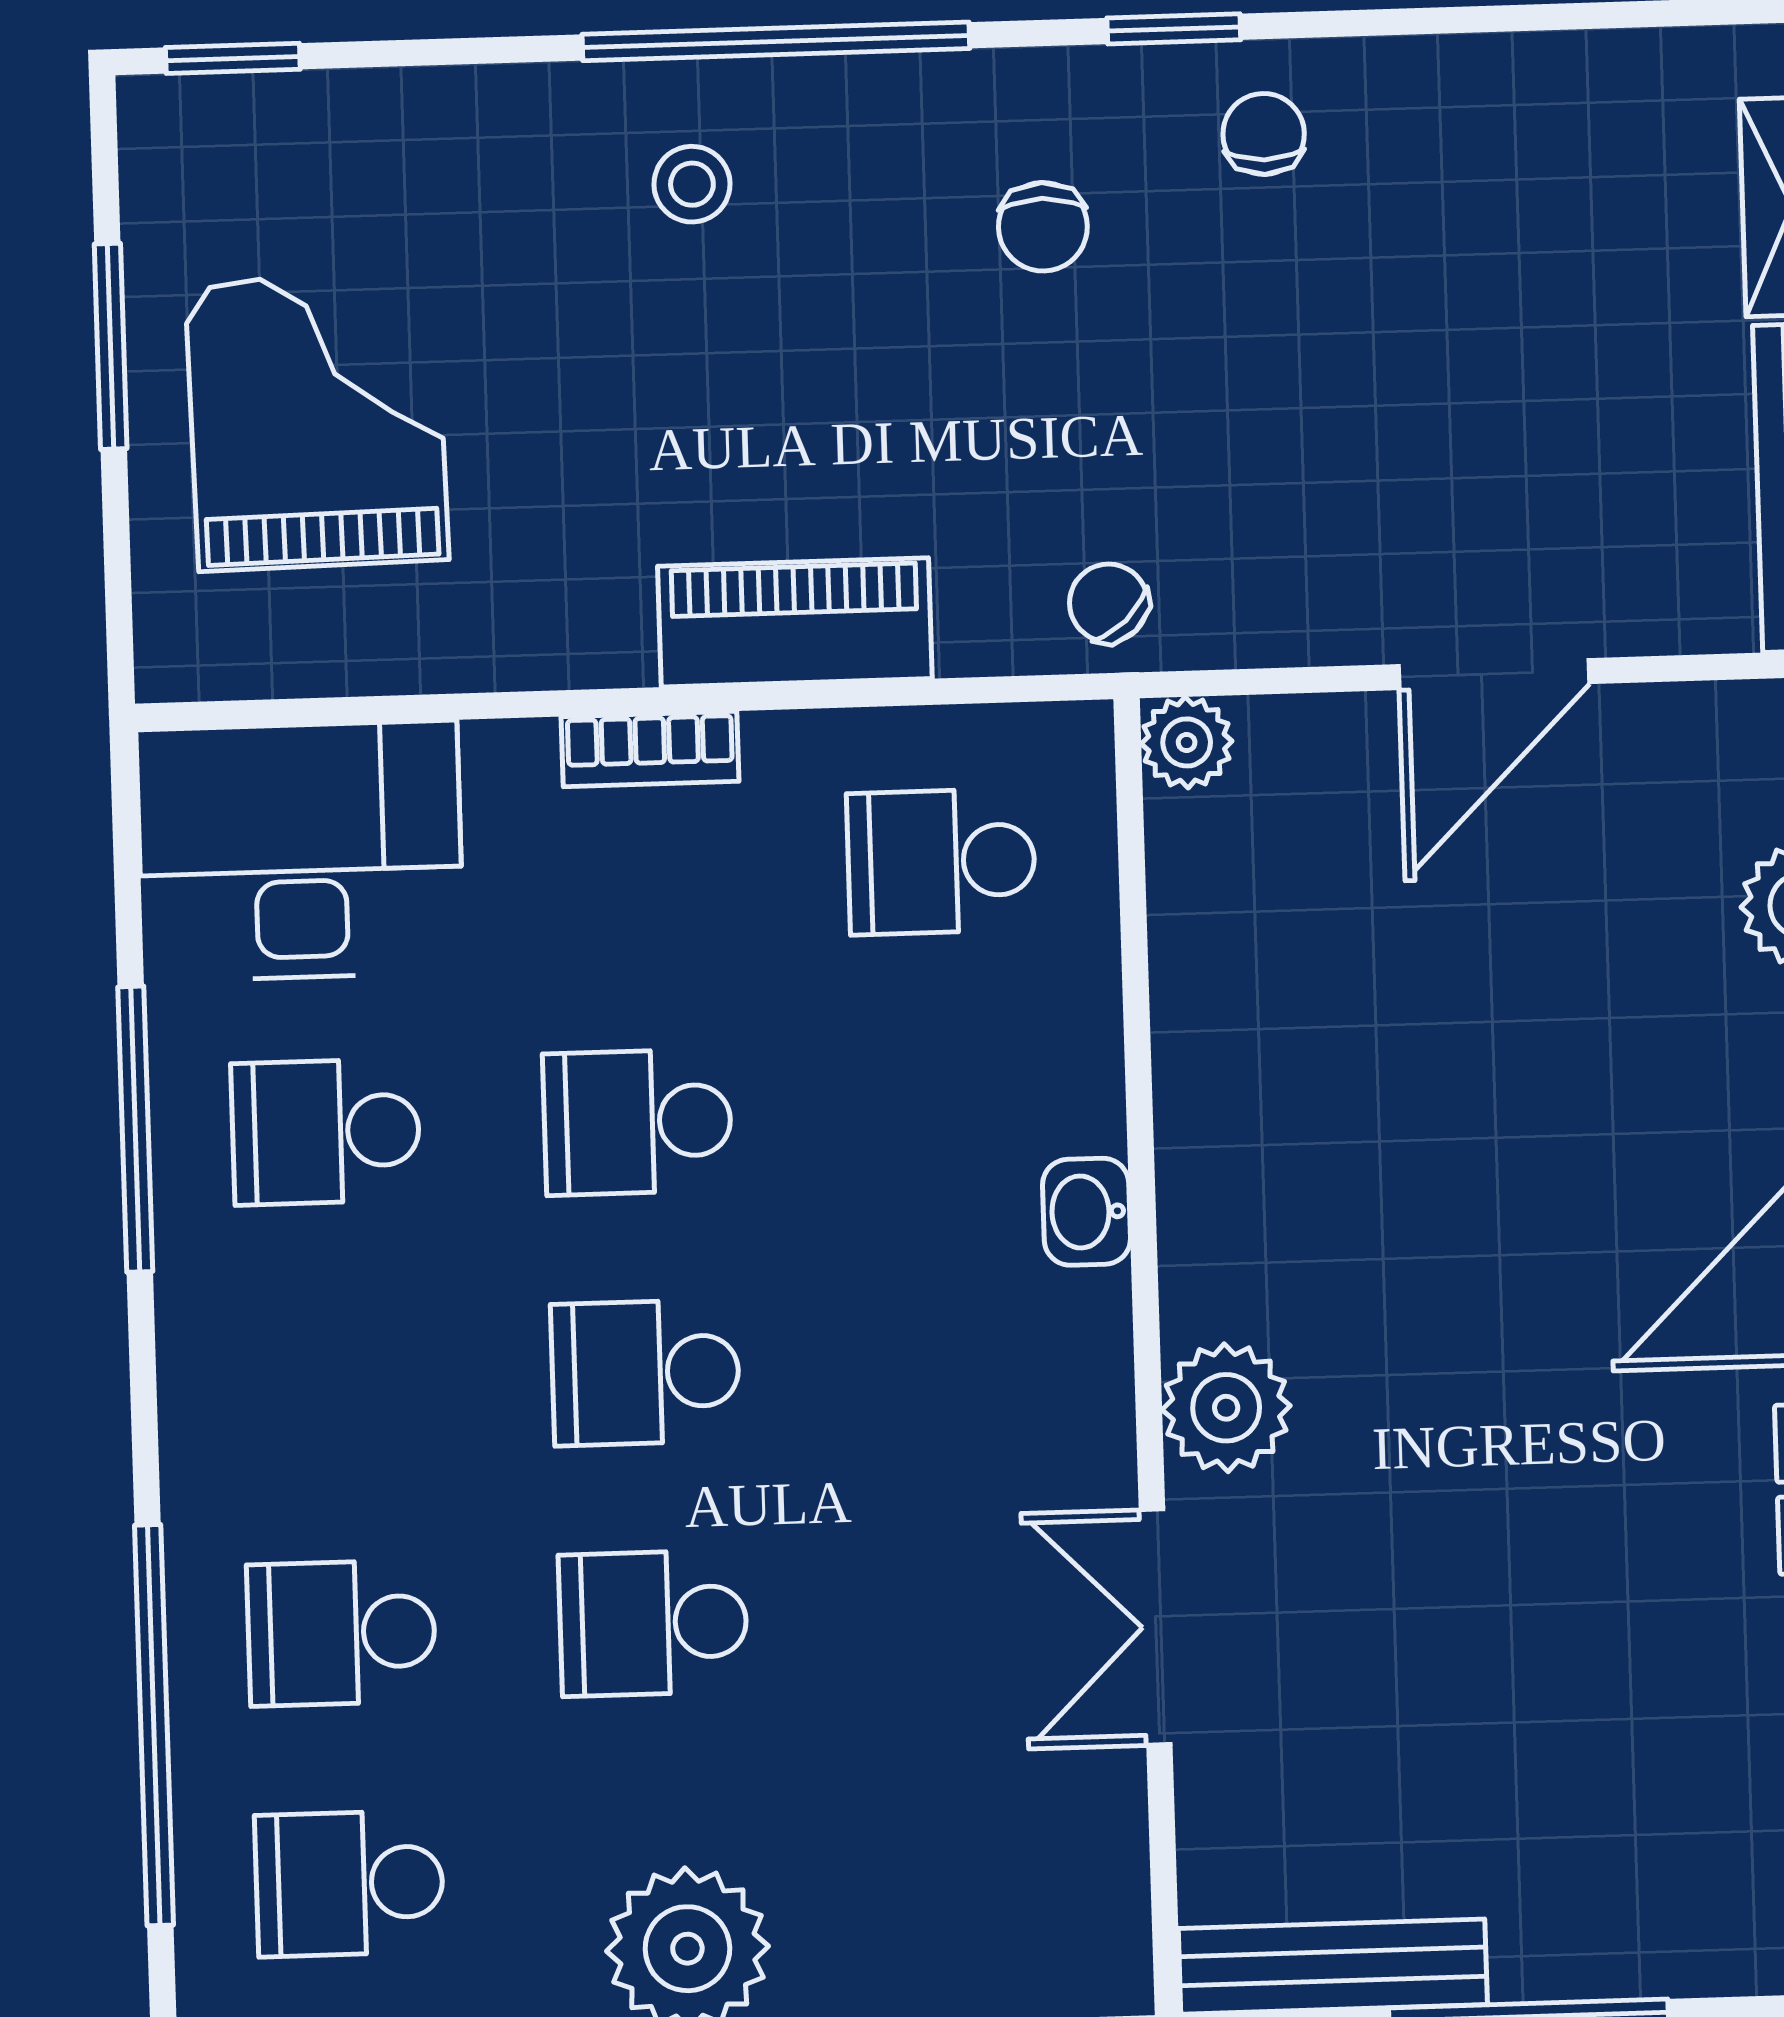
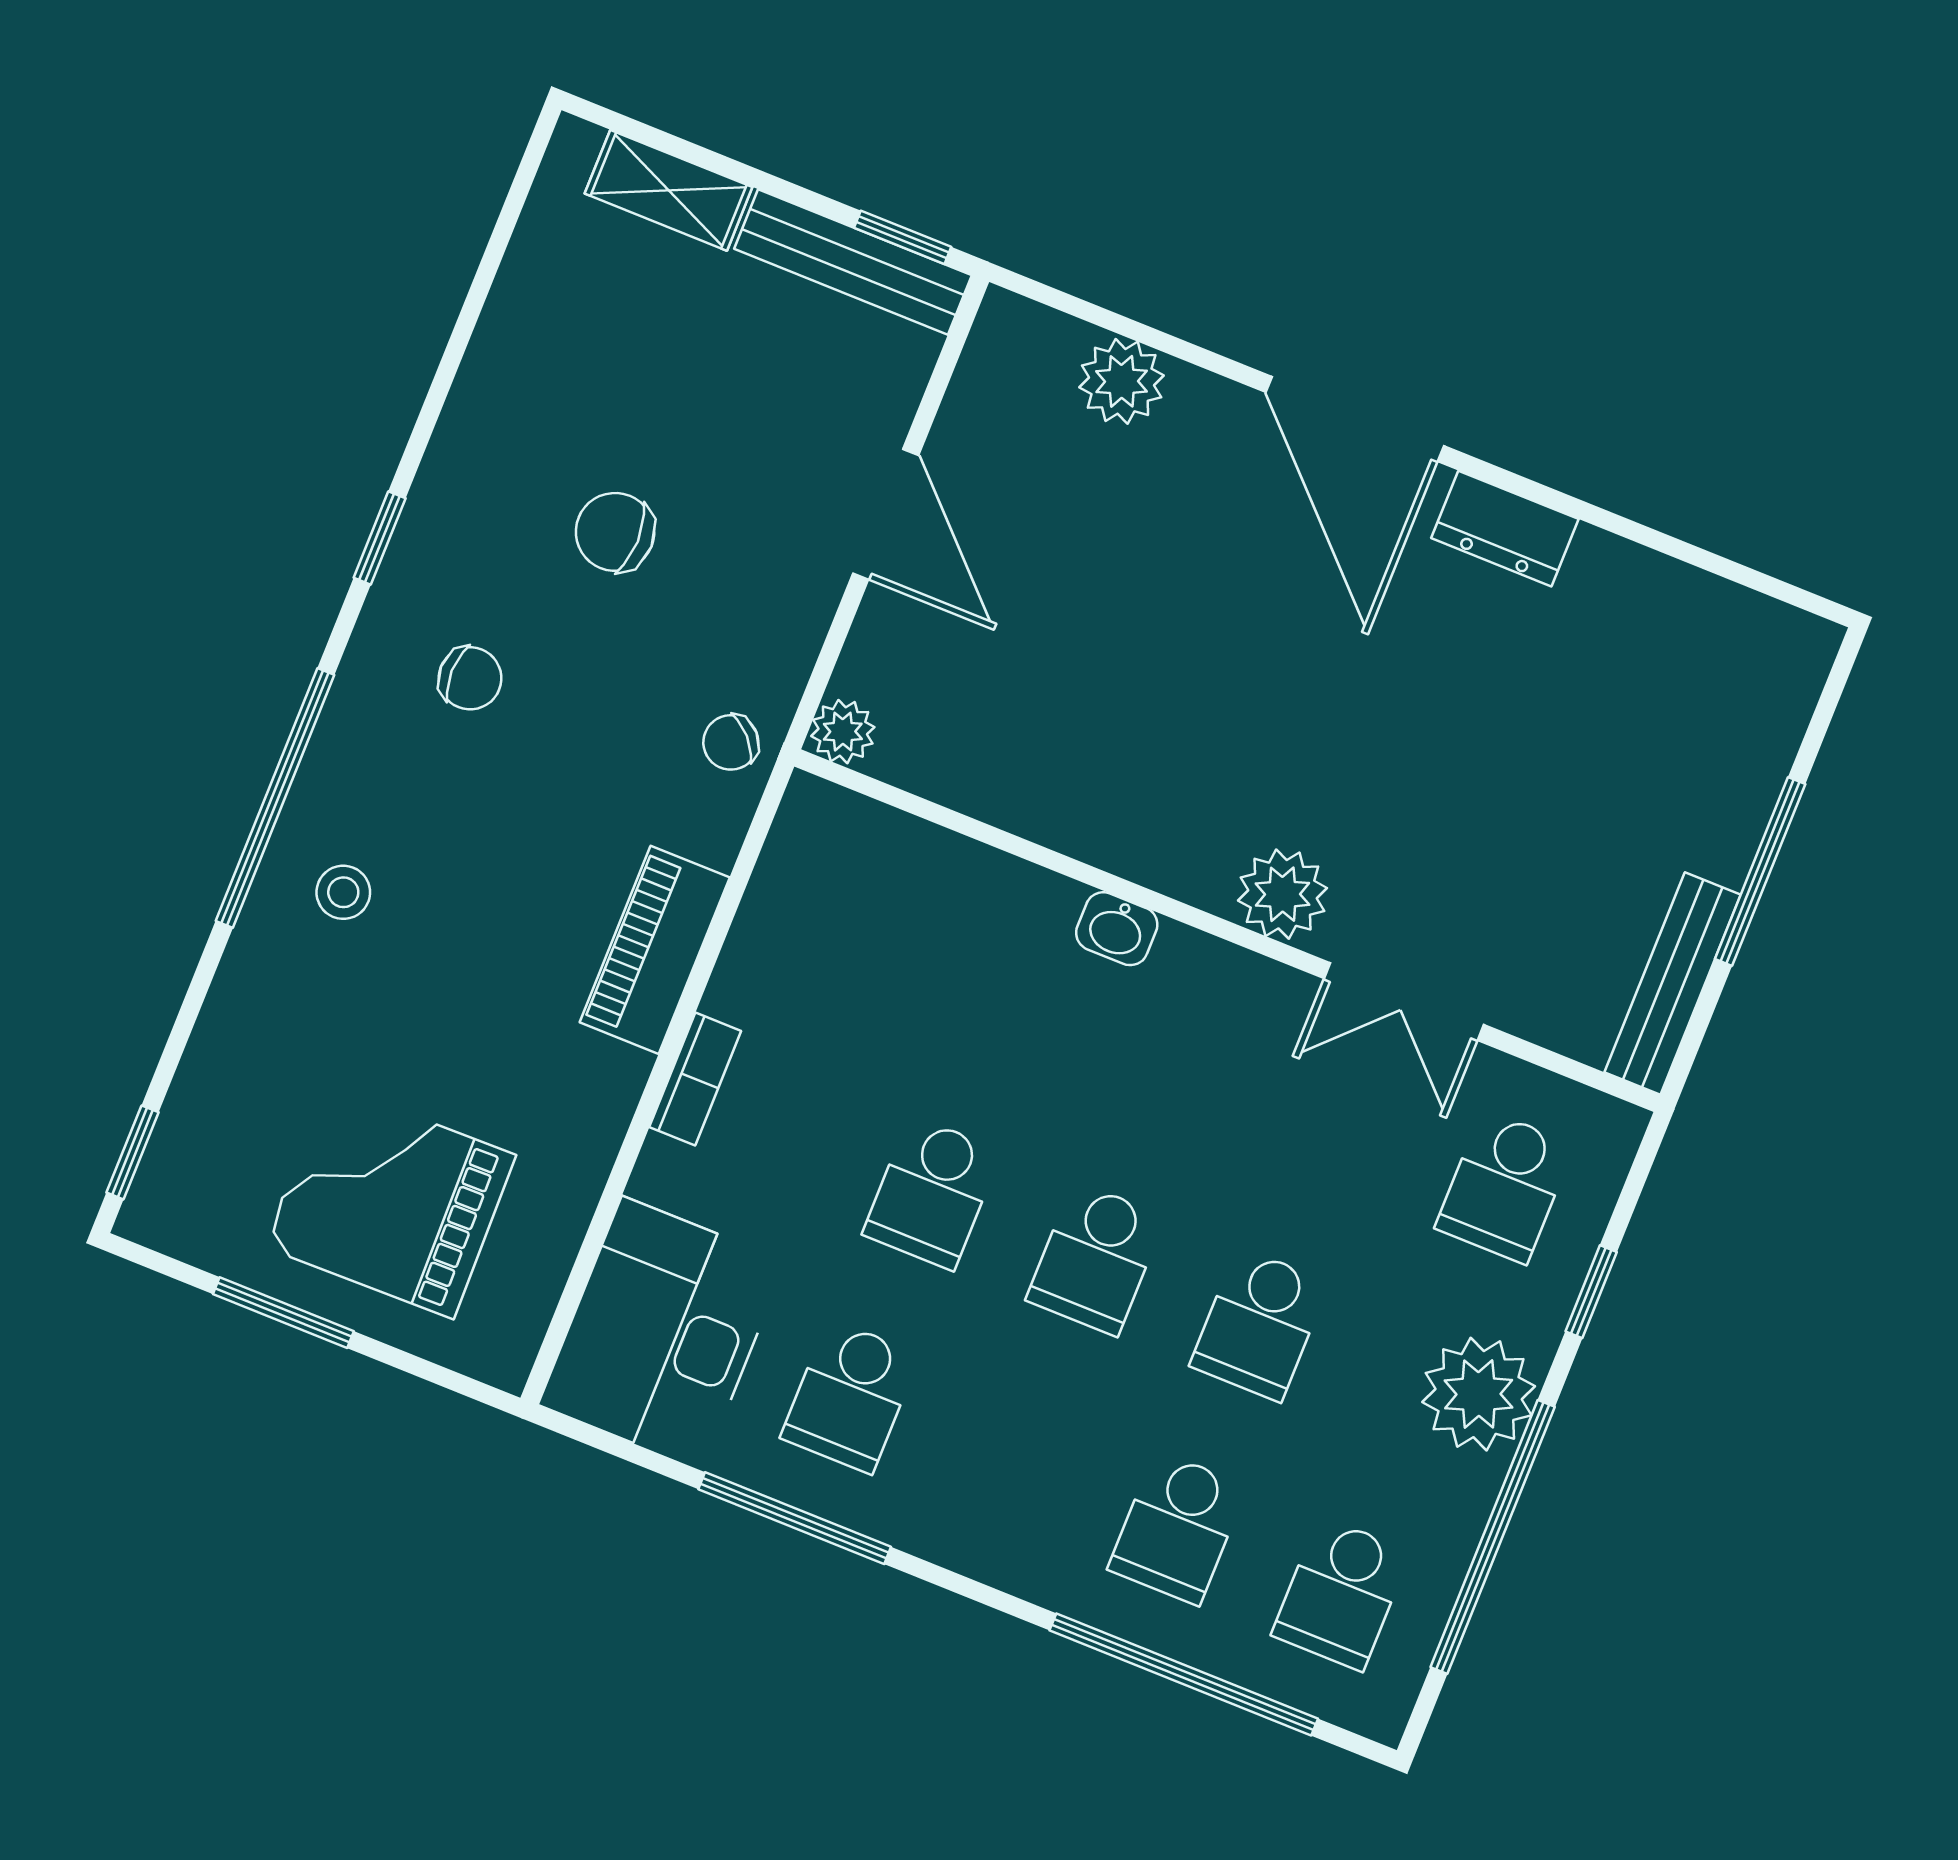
chair: (1264, 134) -> (615, 532), moved, width x1.37, depth x1.37
school desk: (941, 862) -> (1505, 1186), moved

